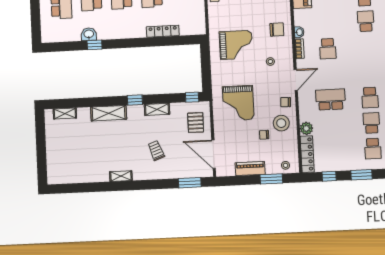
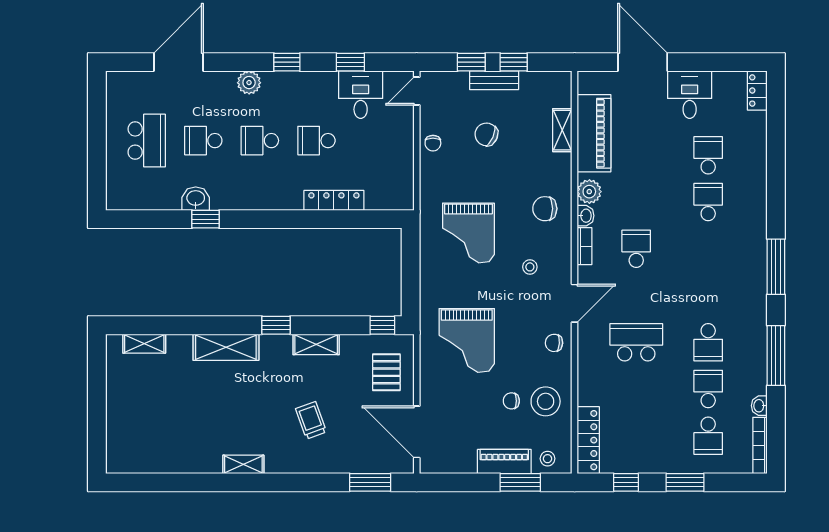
chair: (277, 30) -> (545, 209), turned 180
grand piano: (236, 45) -> (468, 233), turned 90
school desk: (328, 49) -> (636, 249), turned 180
stool: (281, 123) -> (546, 401), moved
plant: (306, 128) -> (589, 192), moved
piano: (250, 169) -> (504, 461), moved

